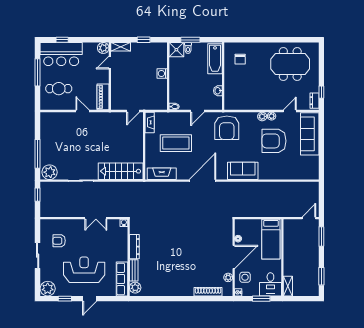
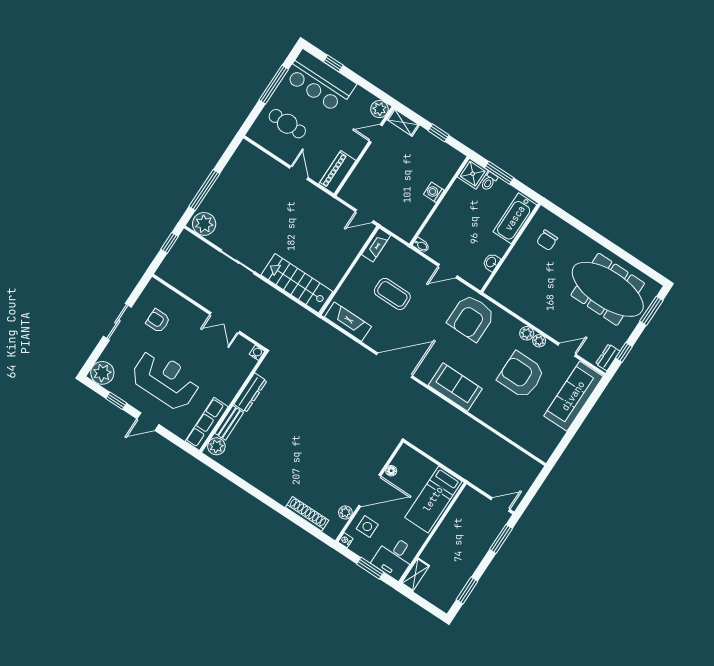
window: (321, 60) -> (651, 311), added
meeting table: (290, 64) -> (608, 289), width x1.36
coffee table: (176, 143) -> (392, 294), width x0.73, depth x0.76

